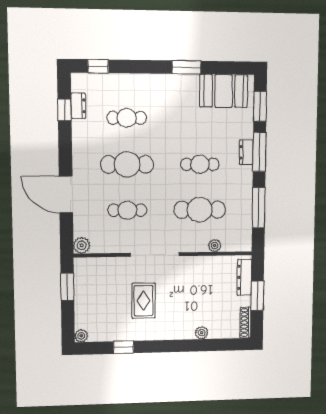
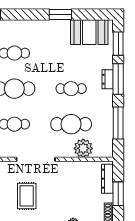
plant: (215, 245) -> (83, 148), width x1.87, depth x1.87

